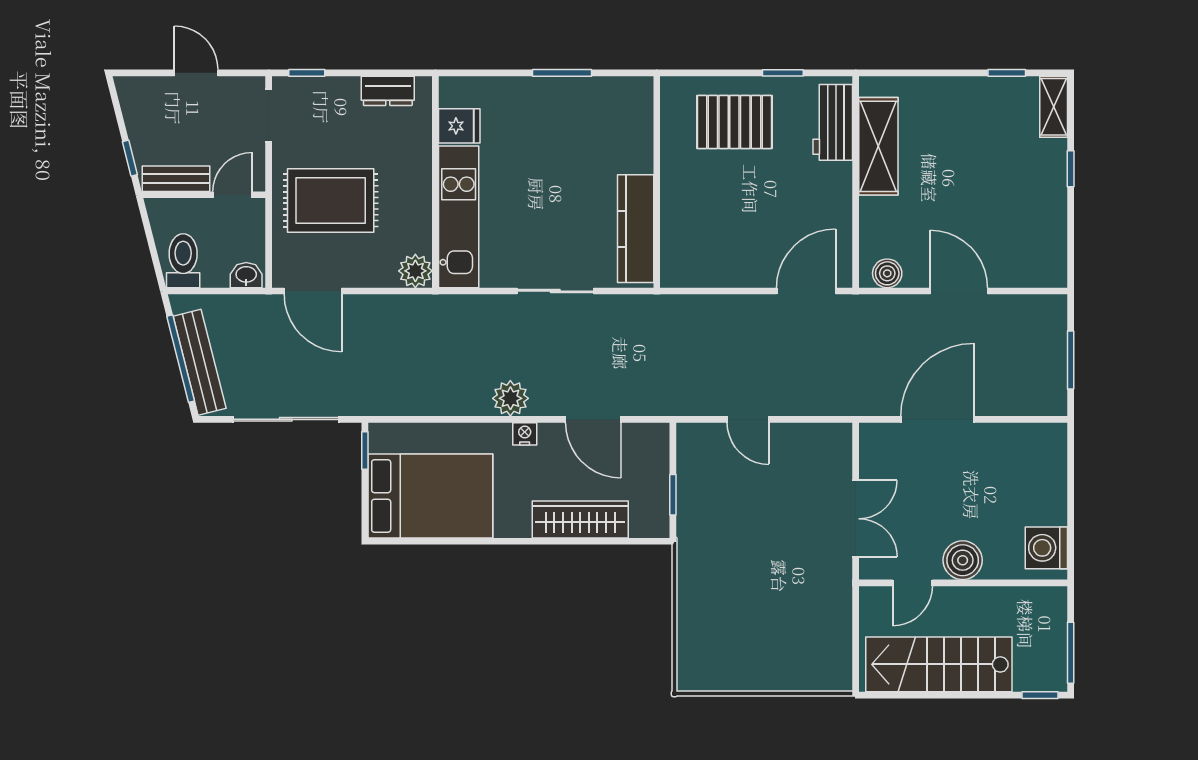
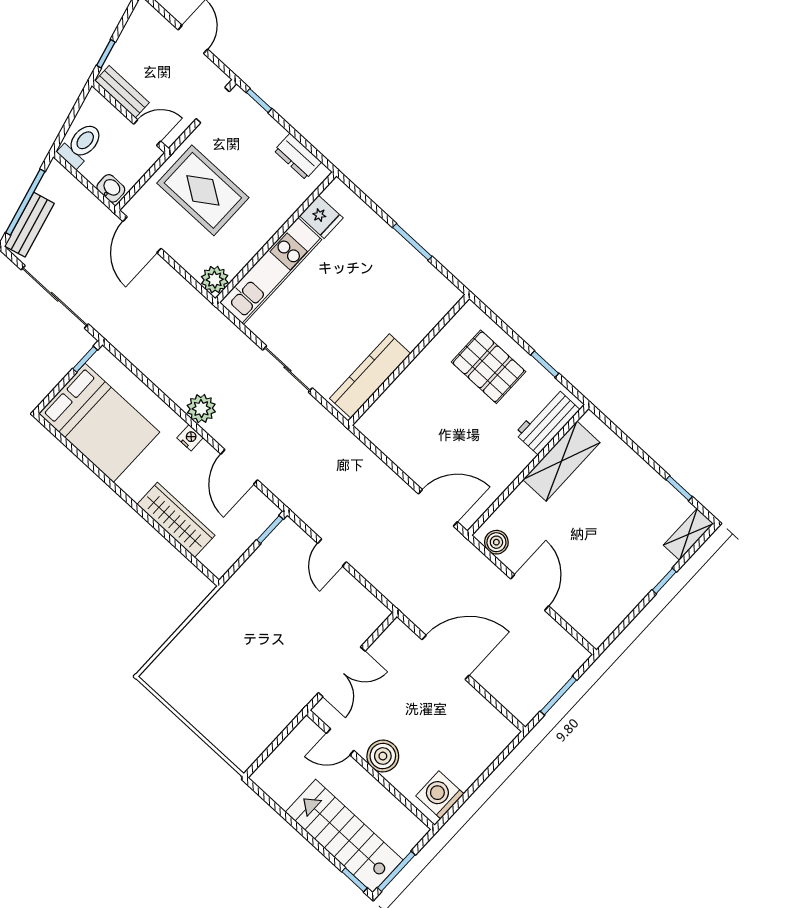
bench: (200, 362) -> (29, 225), width x0.73
window: (673, 495) -> (270, 529), moved
stairs: (939, 664) -> (344, 836), moved

